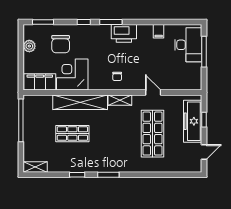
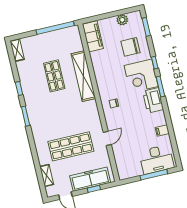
corner desk: (72, 74) -> (141, 76), moved, turned 180
shelving: (120, 100) -> (47, 175), moved

